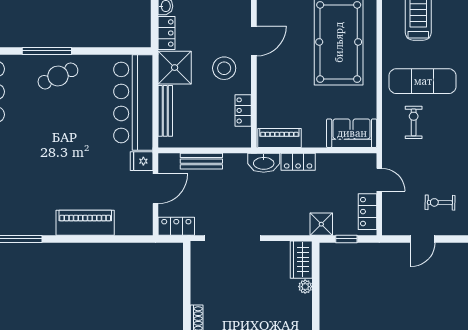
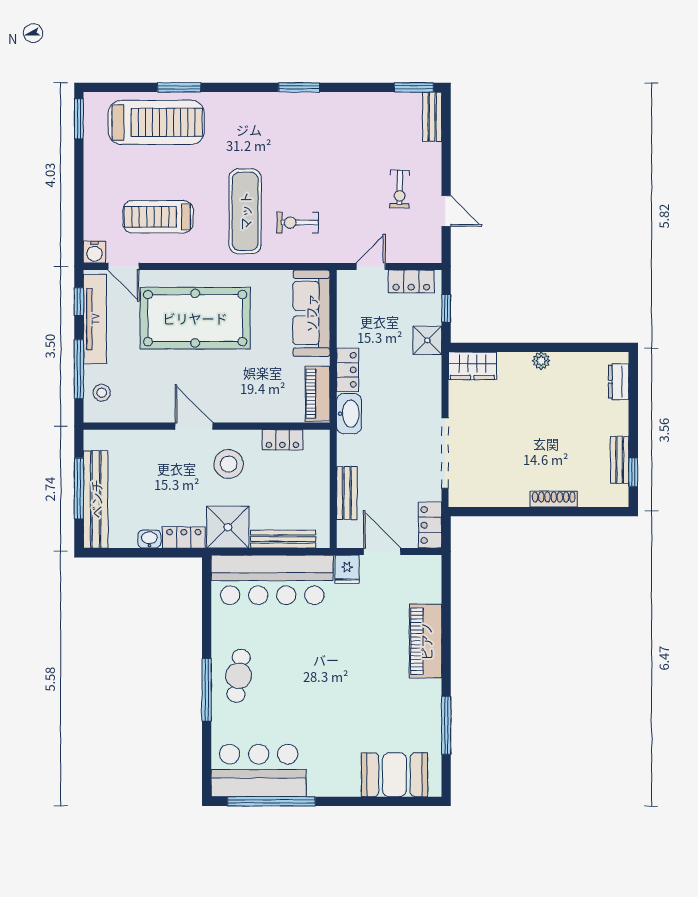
cafe table: (58, 76) -> (239, 676), turned 33
sofa: (352, 133) -> (311, 313), width x1.36
plant: (305, 287) -> (541, 361), moved

